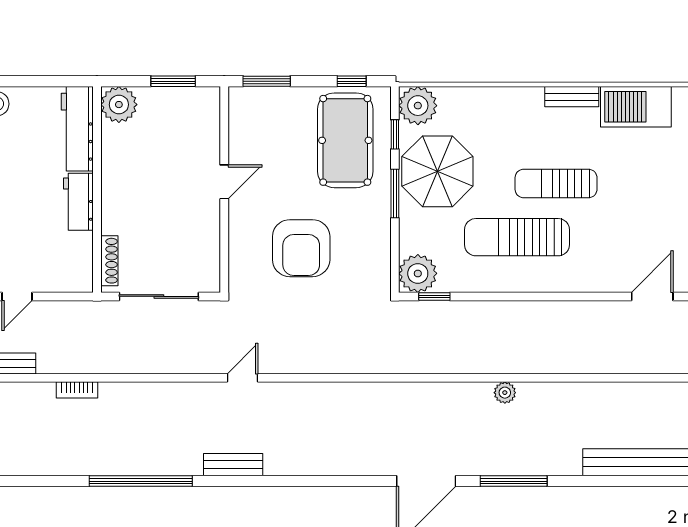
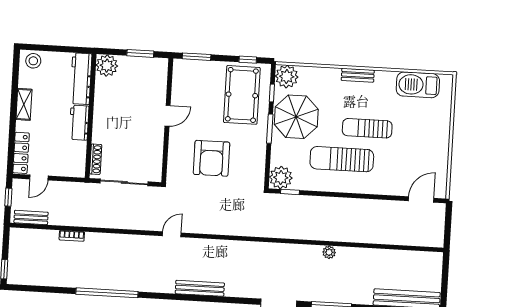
bench: (572, 97) -> (358, 75), moved
bench: (233, 465) -> (200, 288), moved, width x1.36

